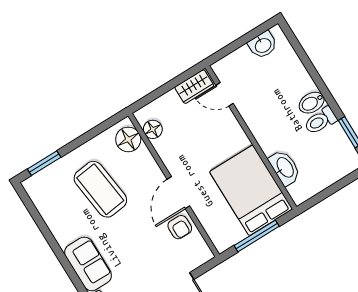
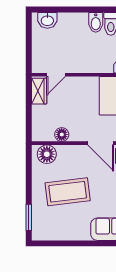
washbasin: (263, 45) -> (47, 20), moved, turned 90
floor lamp: (153, 129) -> (62, 135), moved

